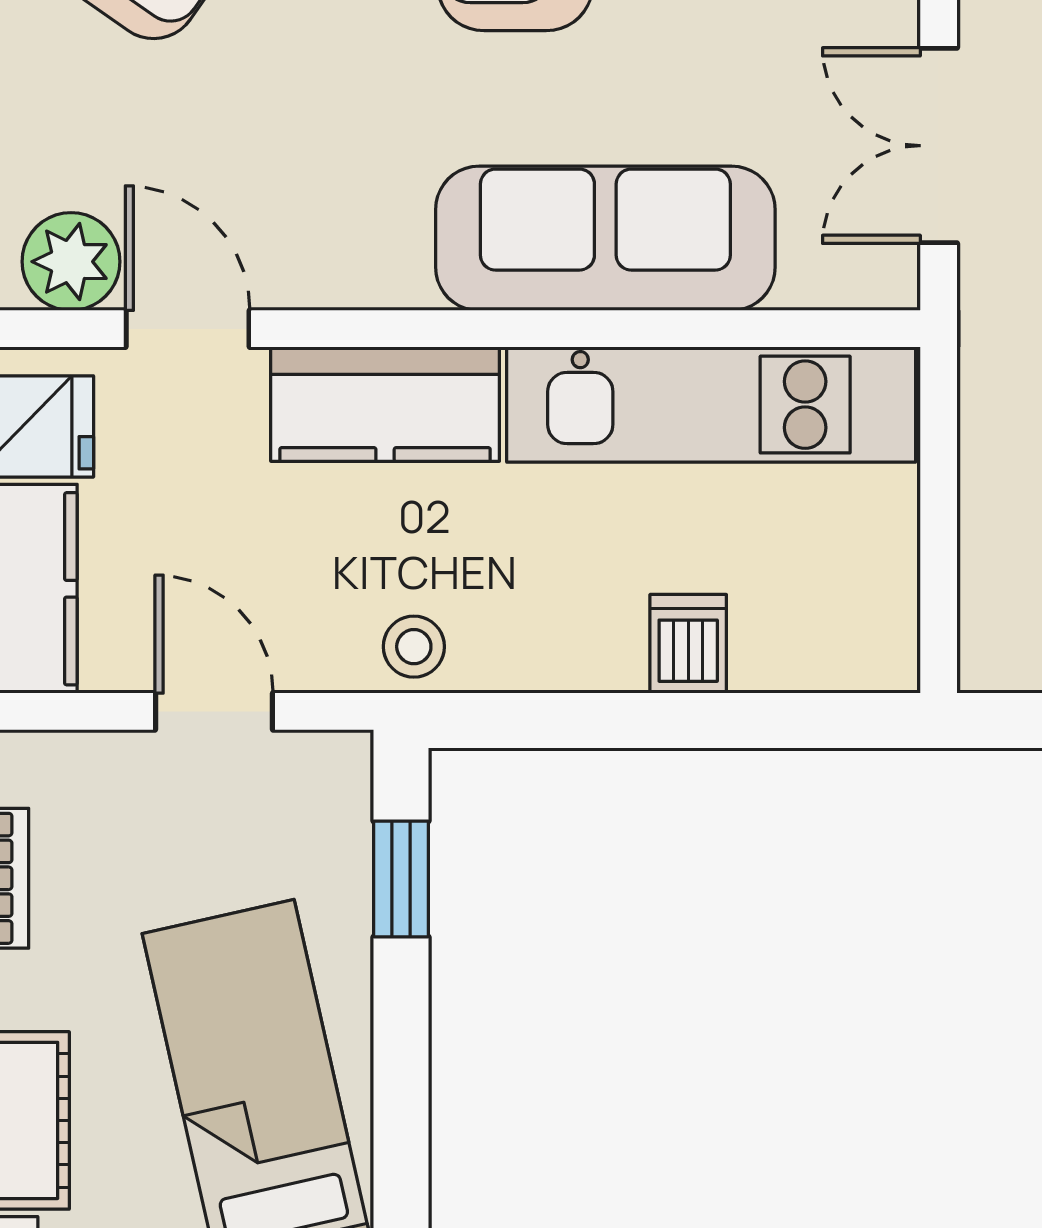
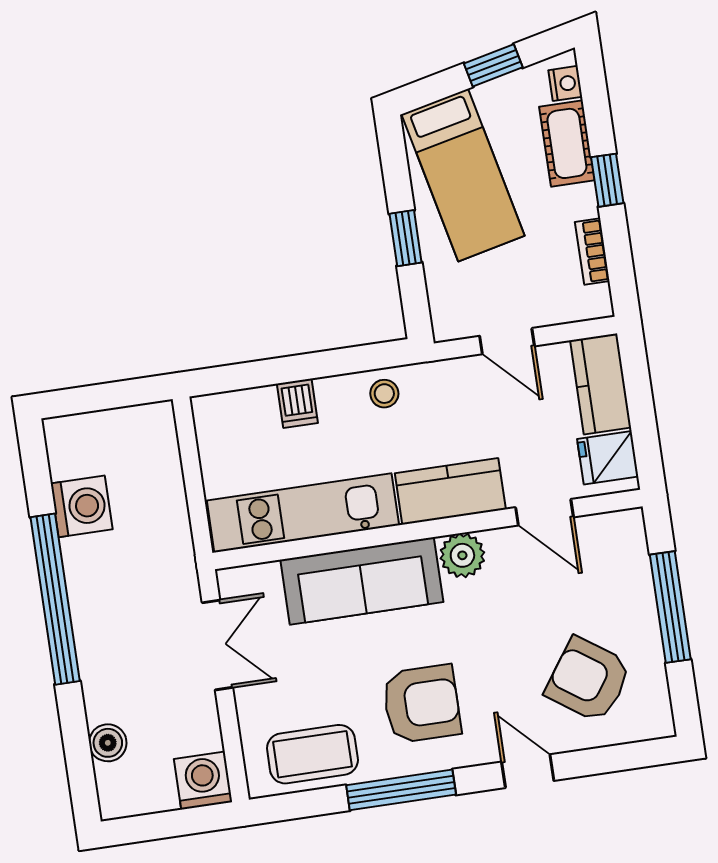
plant: (71, 262) -> (462, 555), moved
stool: (414, 647) -> (384, 394), moved
window: (401, 879) -> (406, 238), moved

